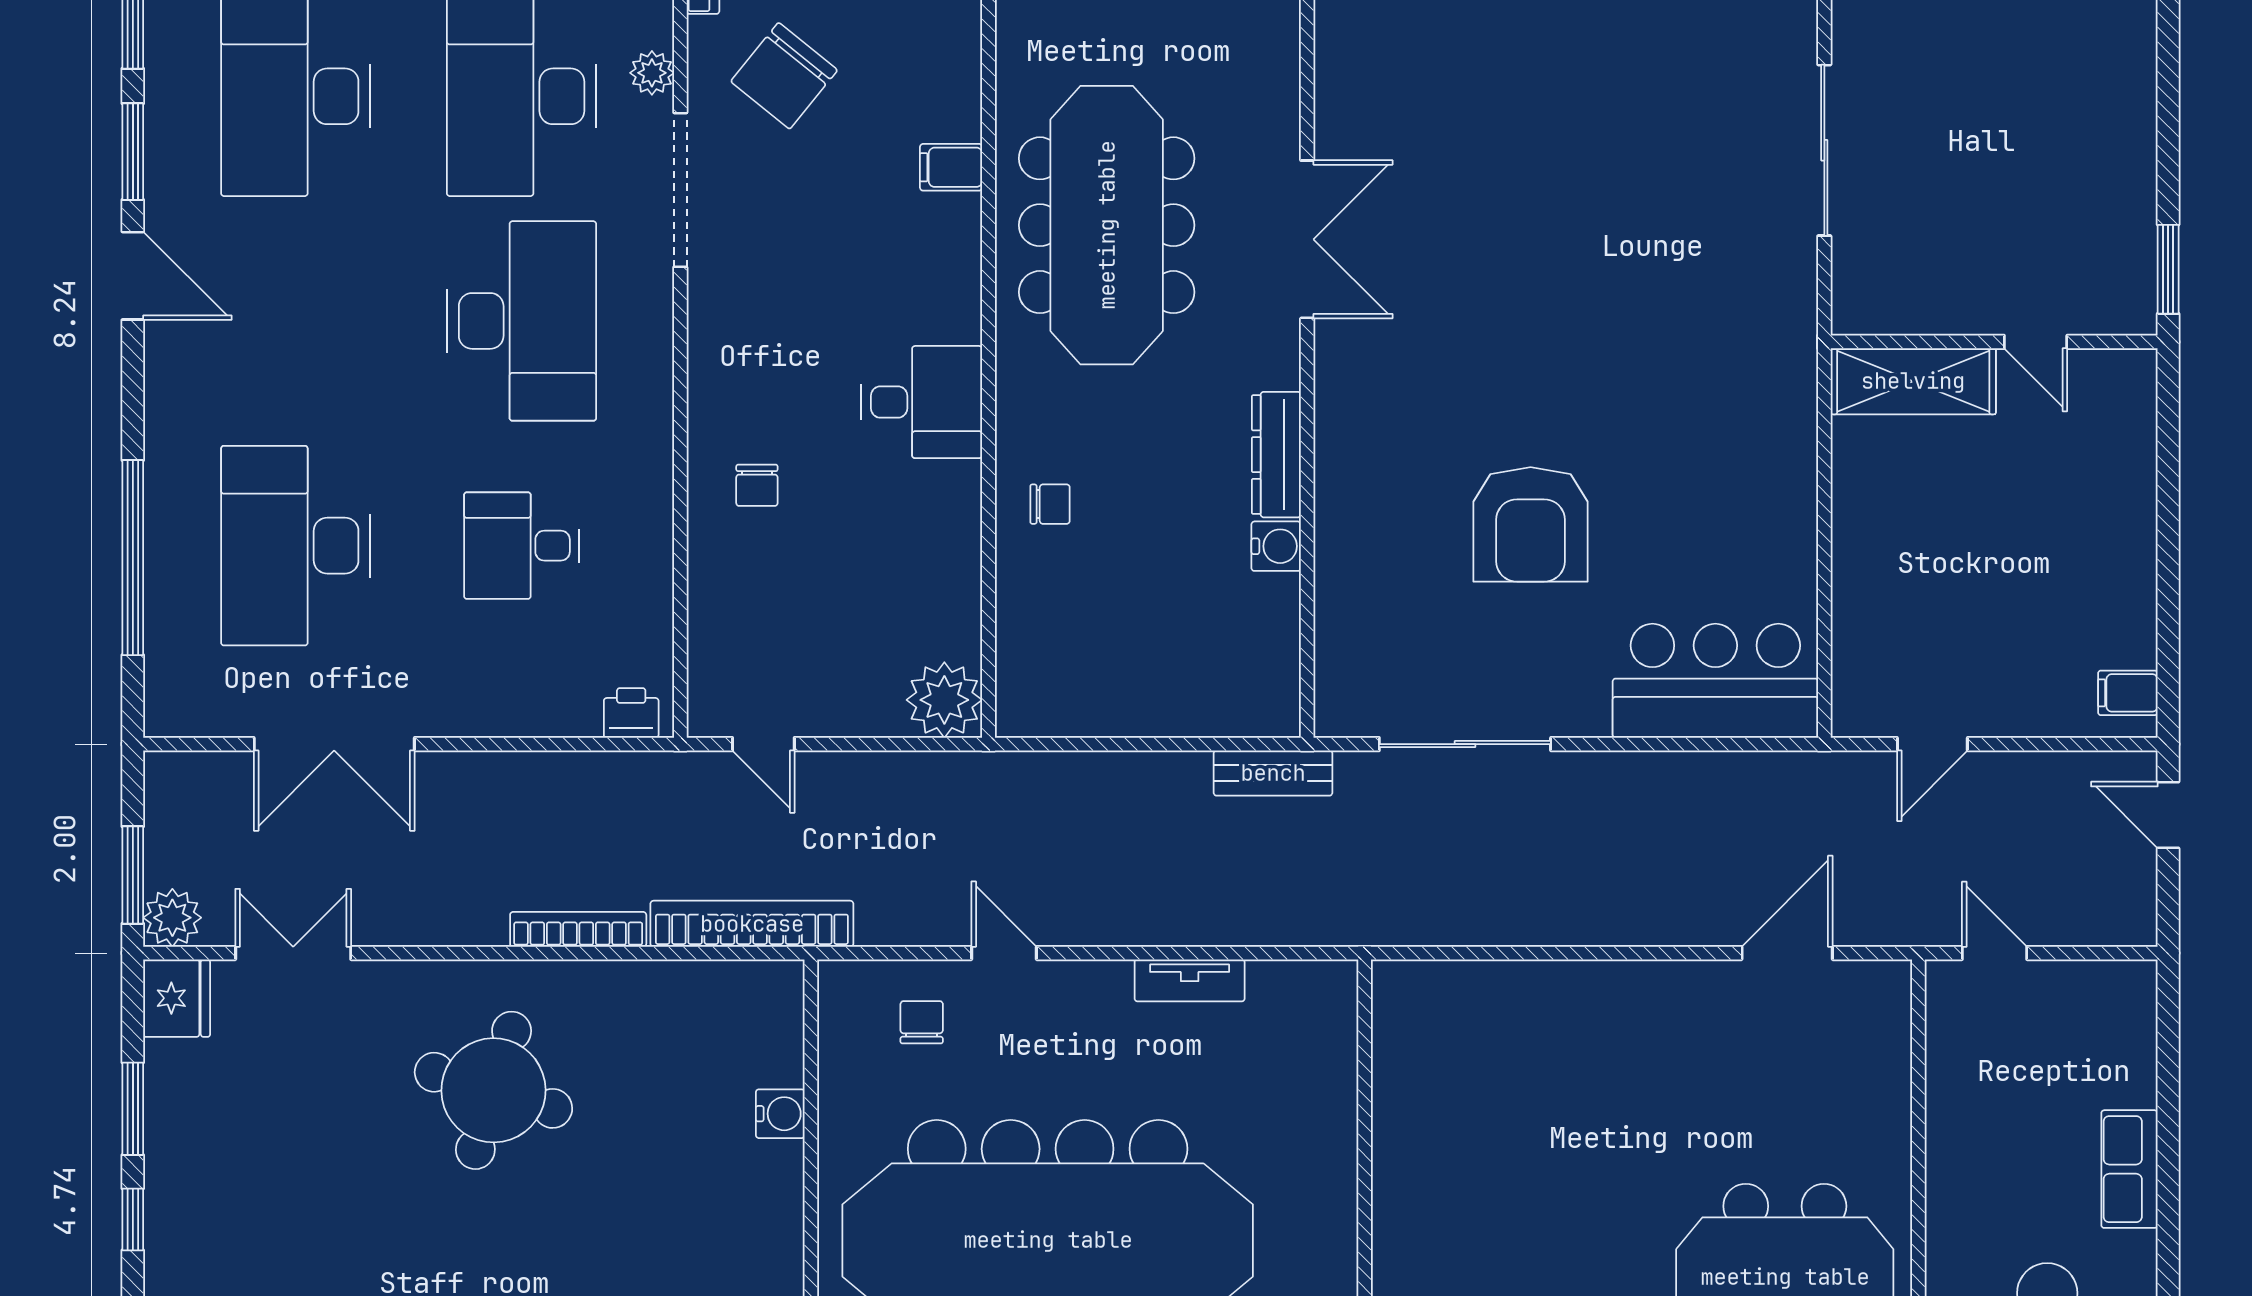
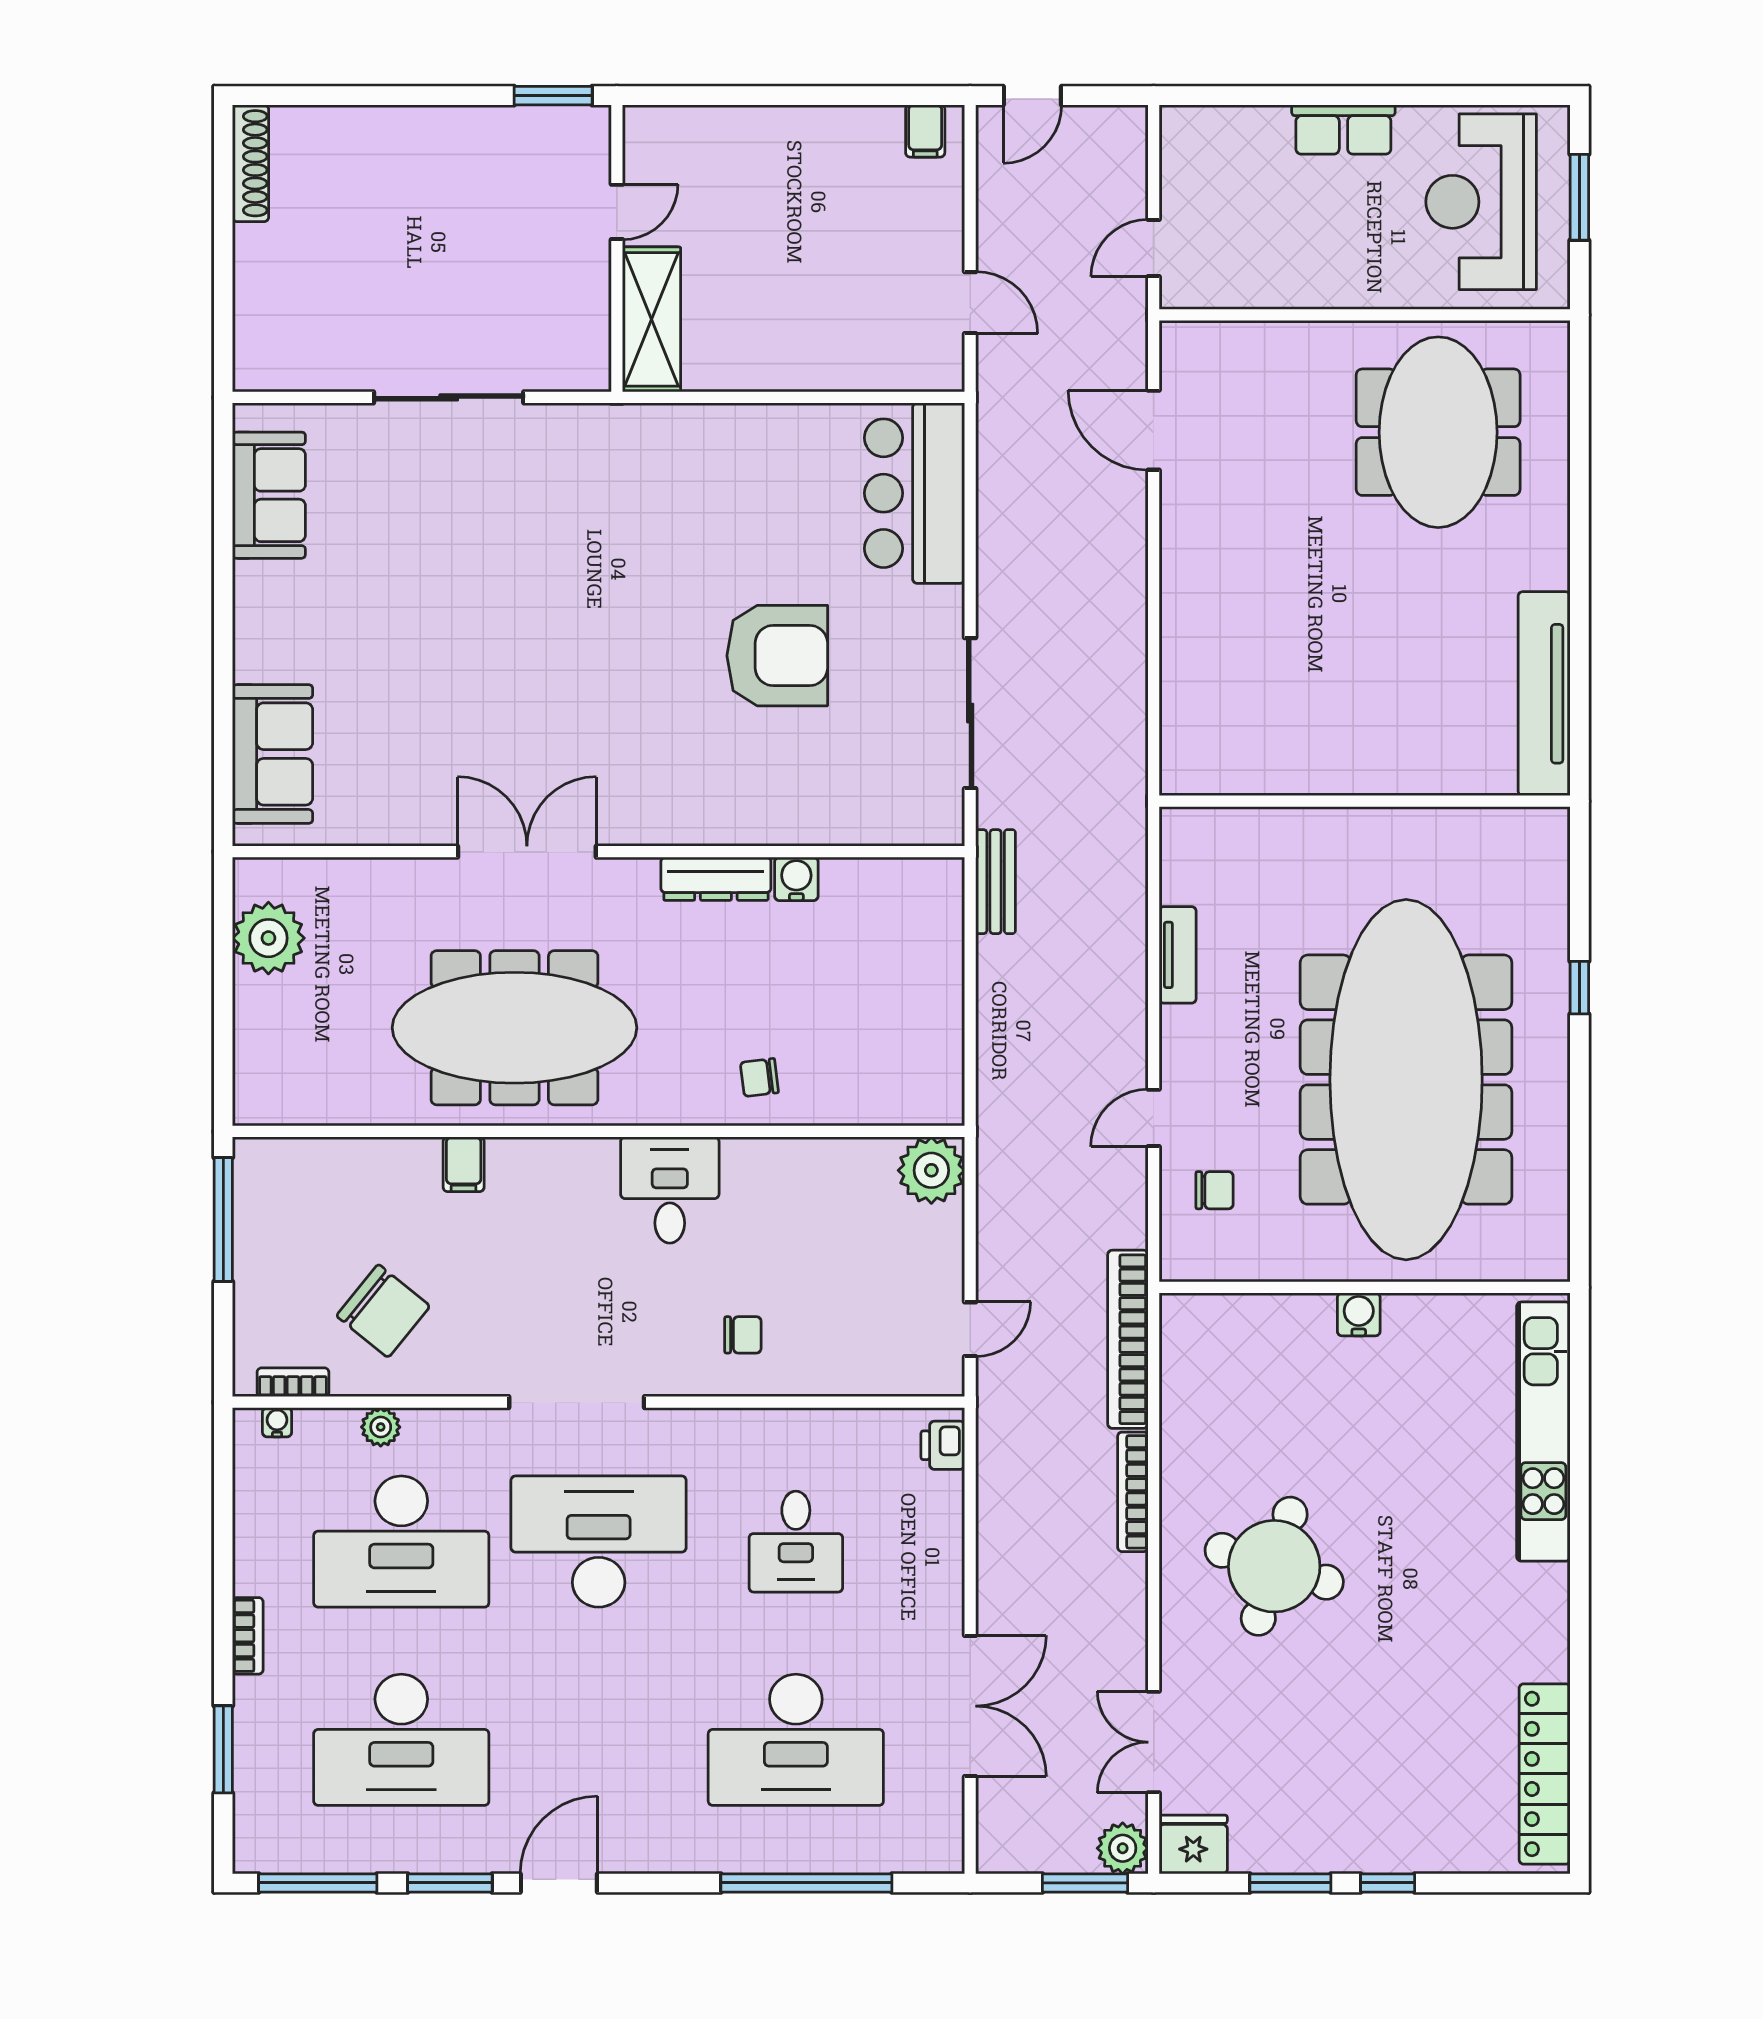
doorway: (680, 190) -> (577, 1402), moved
chair: (1050, 504) -> (759, 1078), turned -97
chair: (922, 1022) -> (1214, 1190), turned 180
water cooler: (780, 1114) -> (1359, 1314), moved

